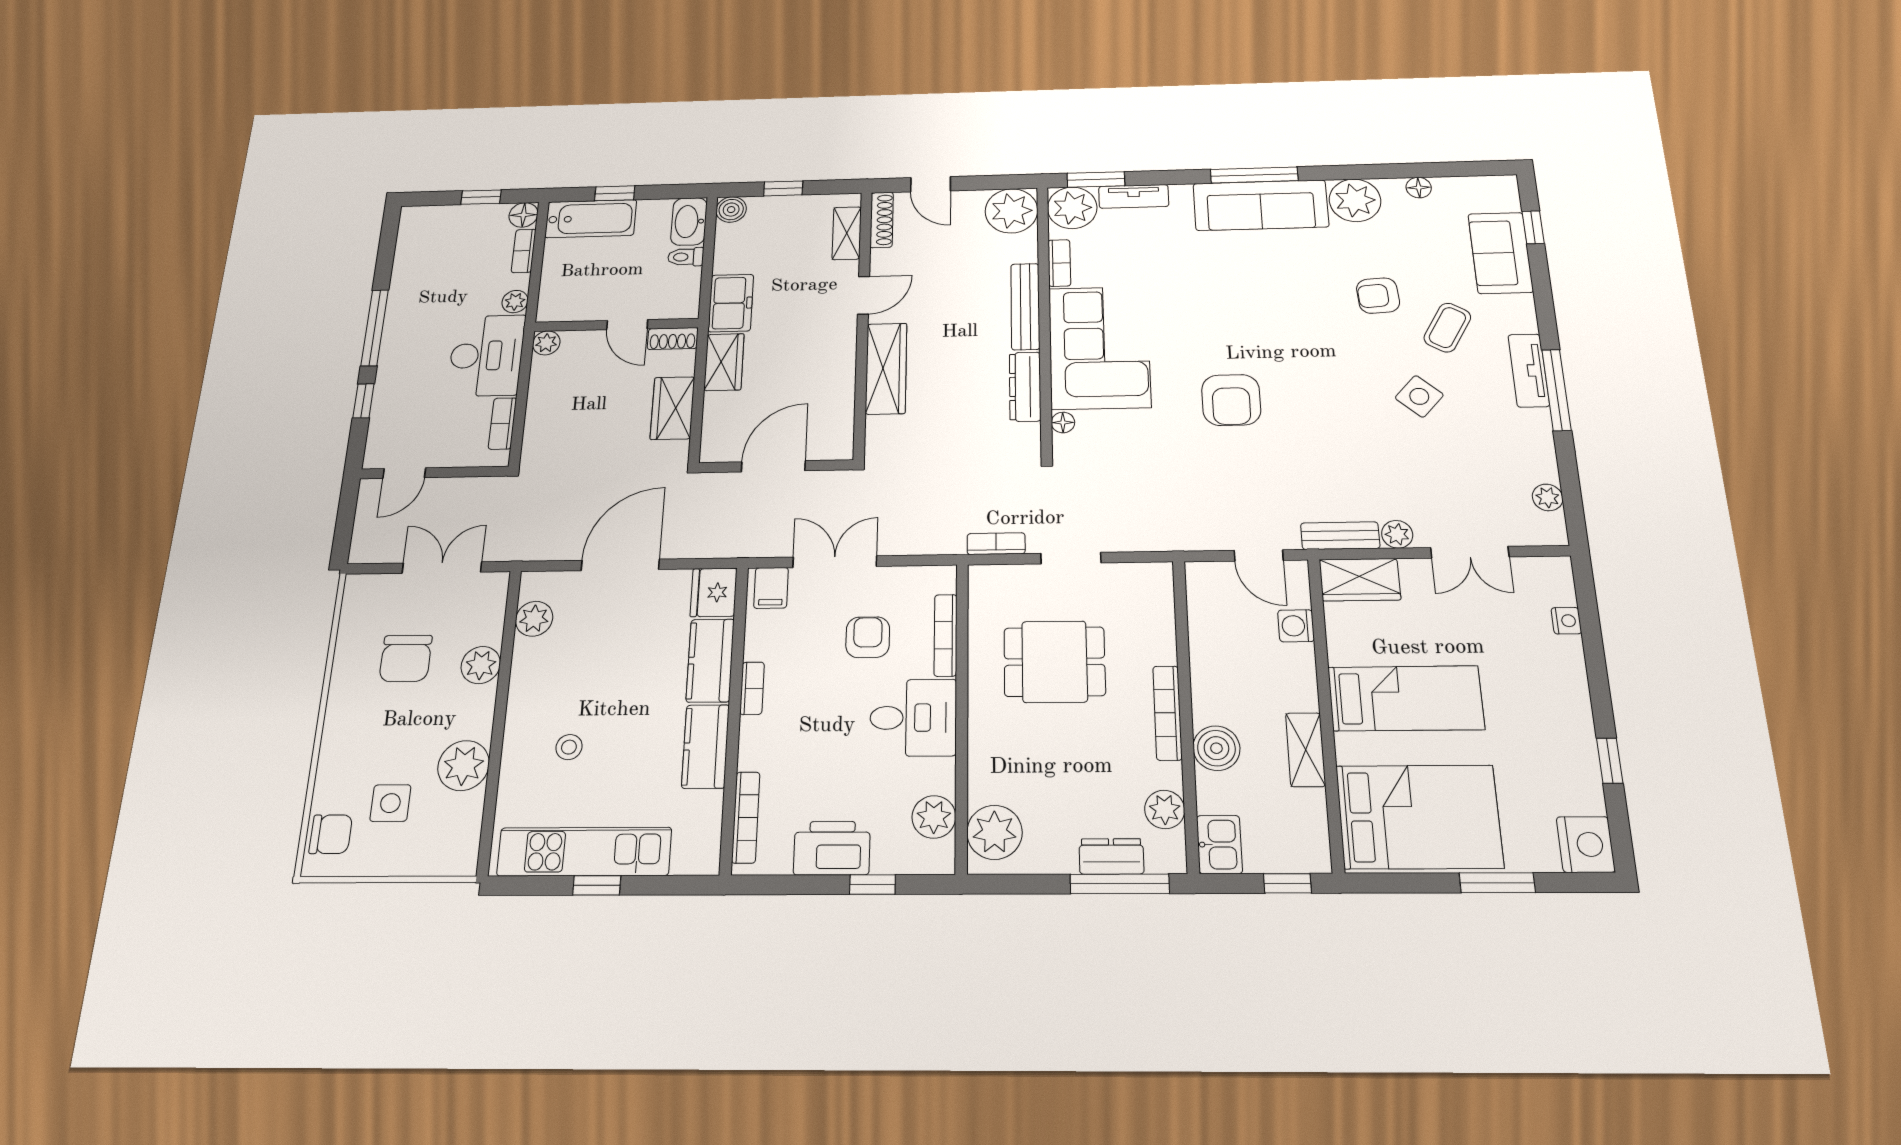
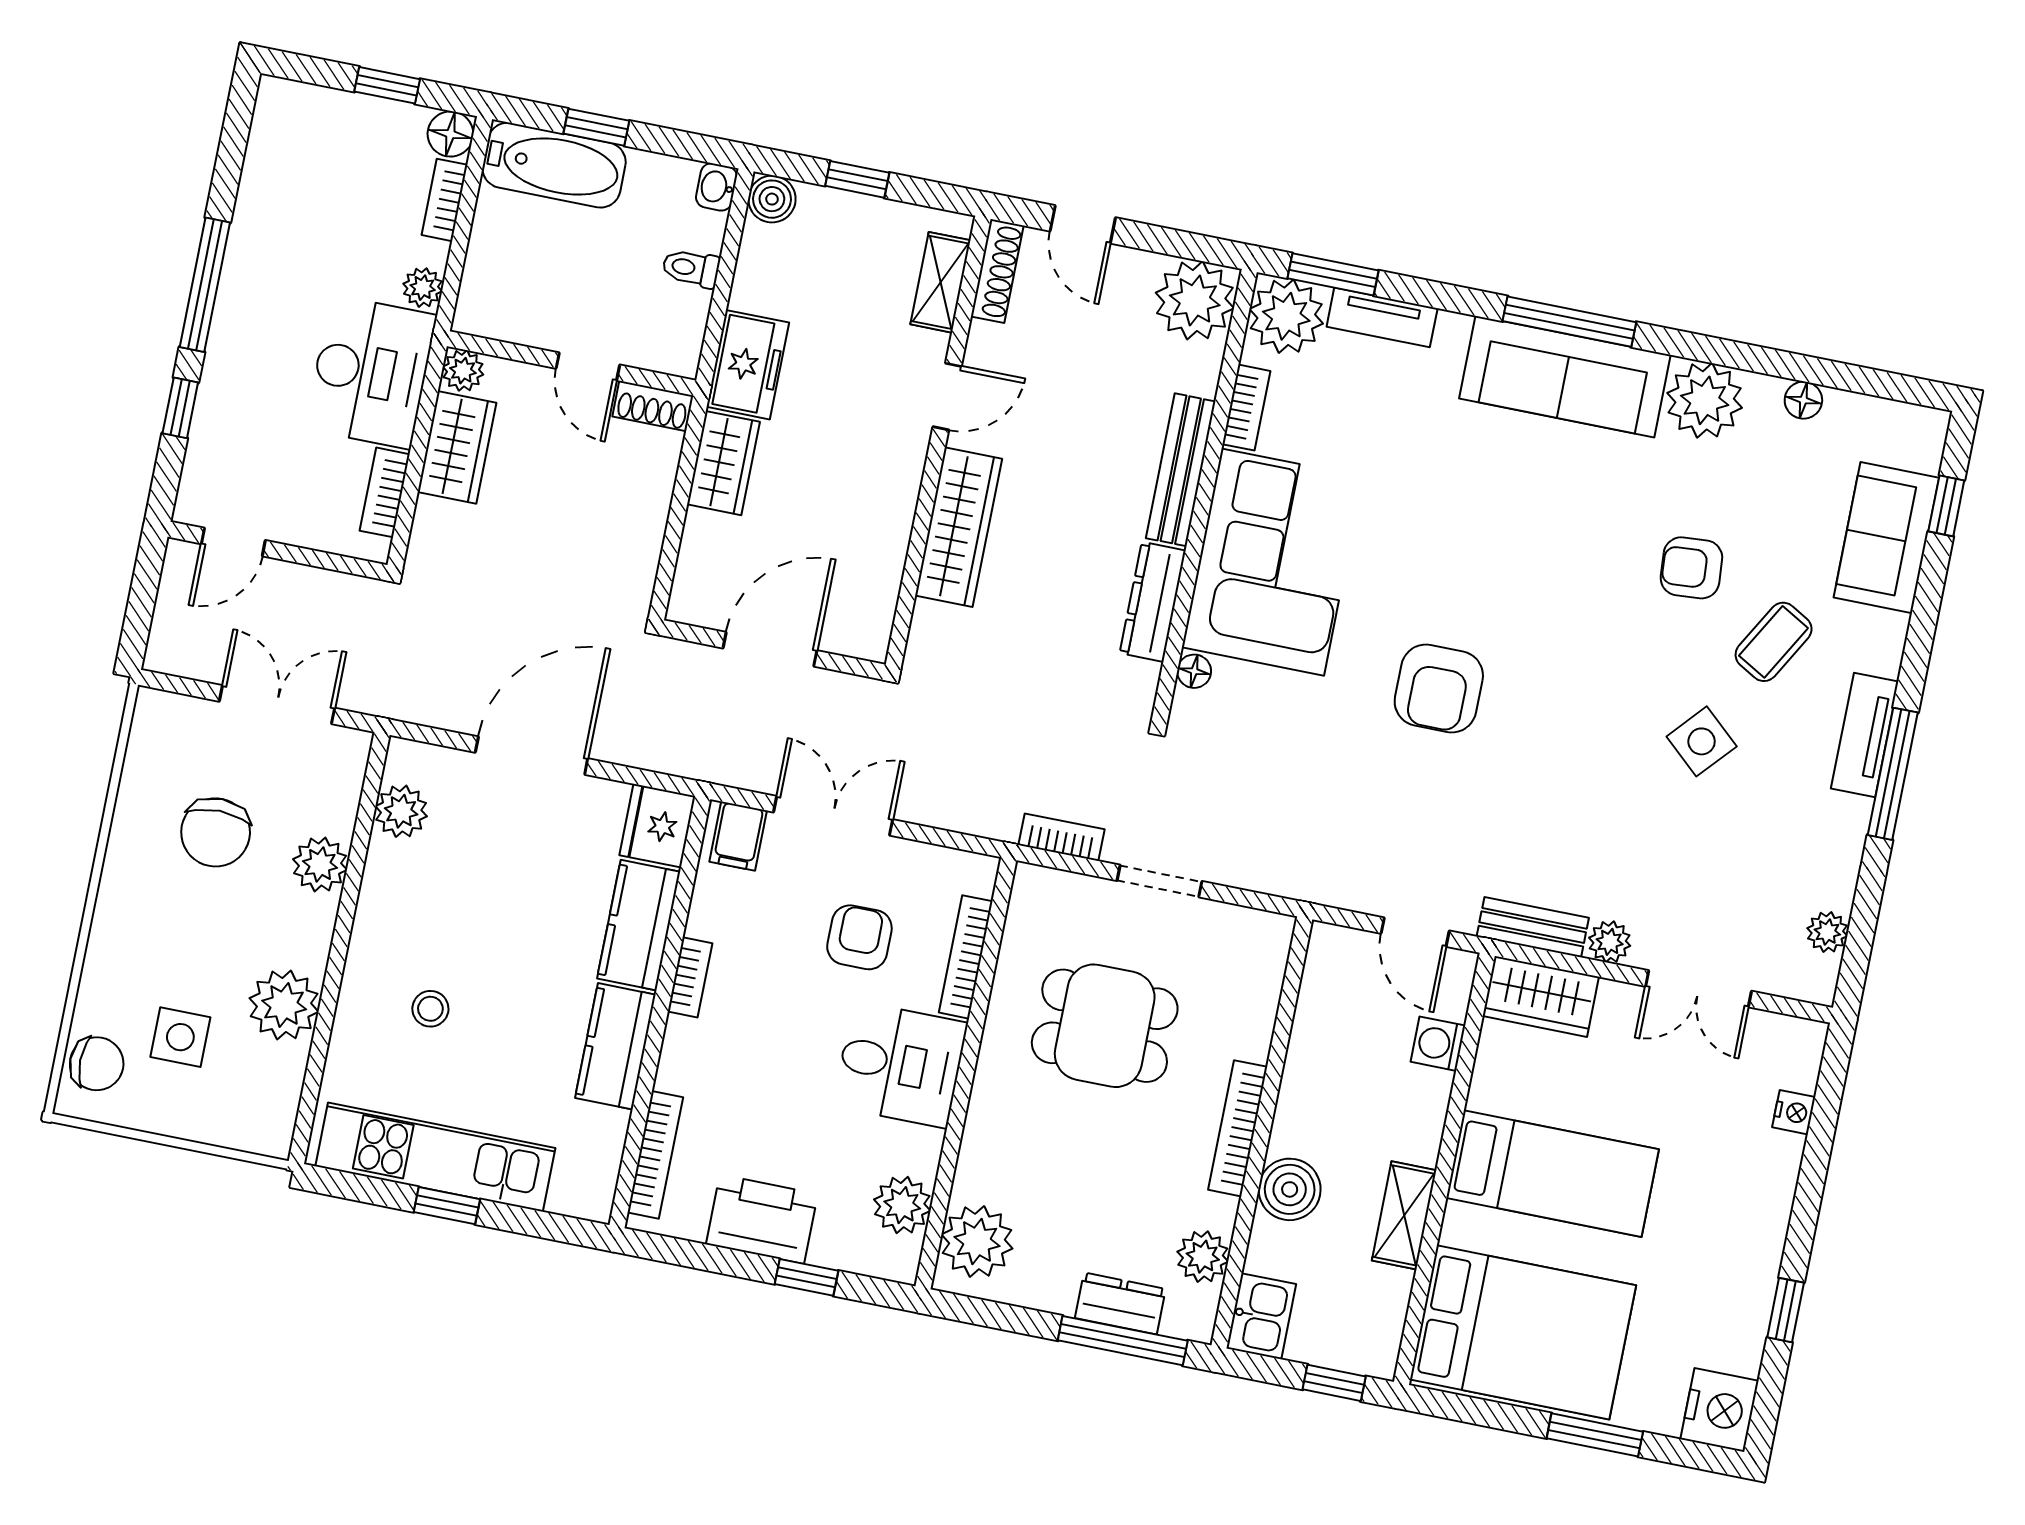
washbasin: (689, 221) -> (716, 187), width x0.52, depth x0.69
wardrobe: (672, 408) -> (457, 447), moved, turned 180

